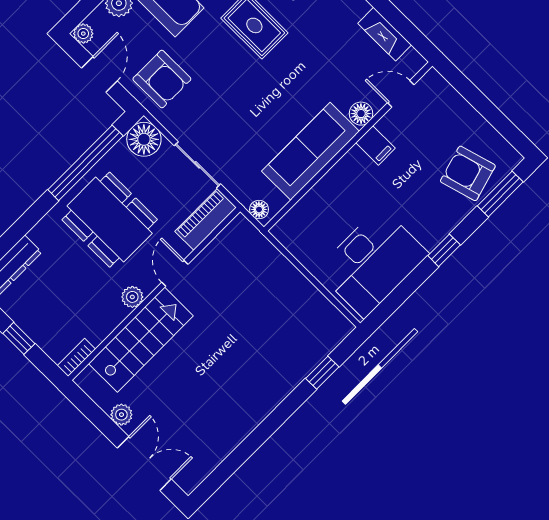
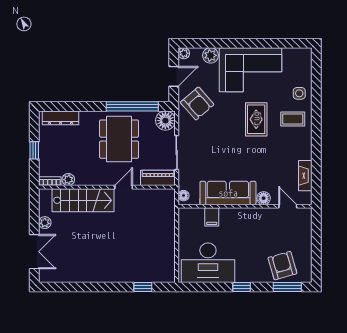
armchair: (162, 79) -> (197, 103), turned -41
filing cabinet: (376, 145) -> (212, 217), moved
plant: (132, 297) -> (68, 180), moved

